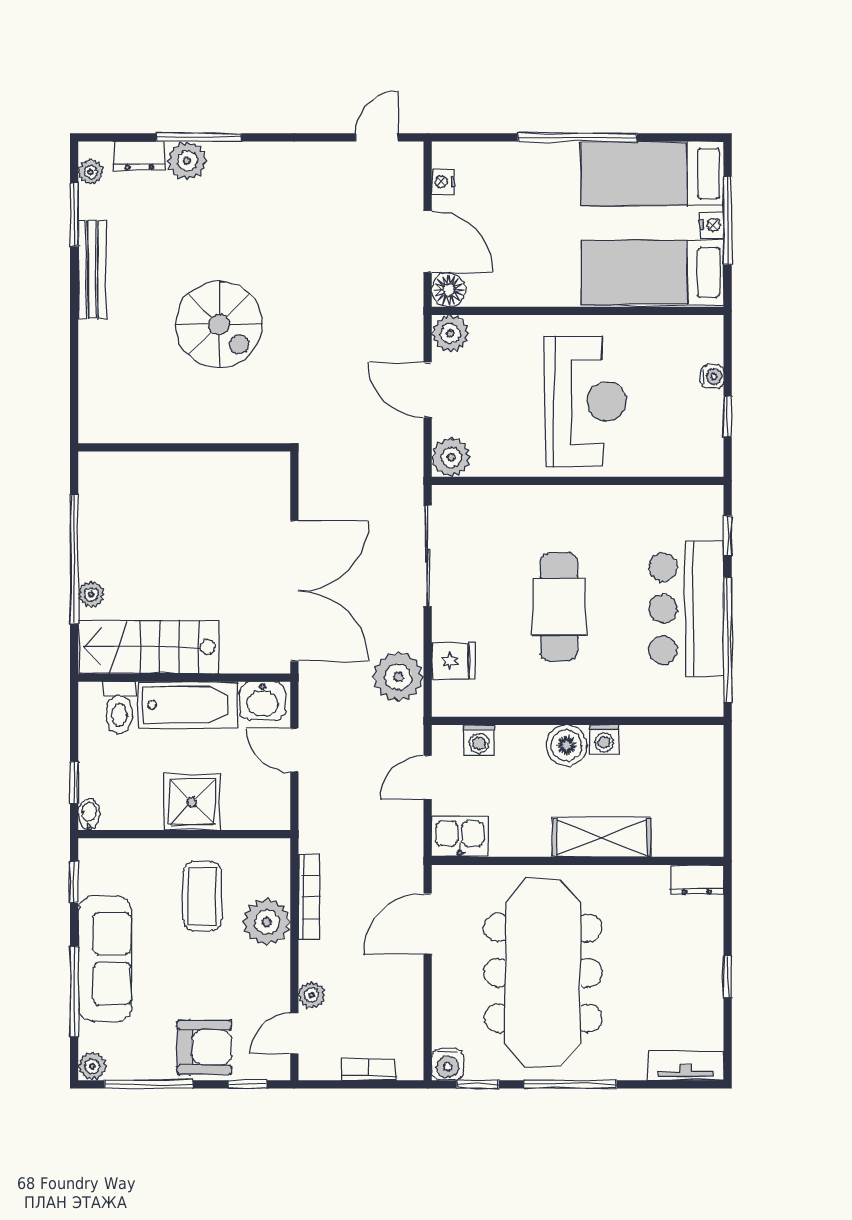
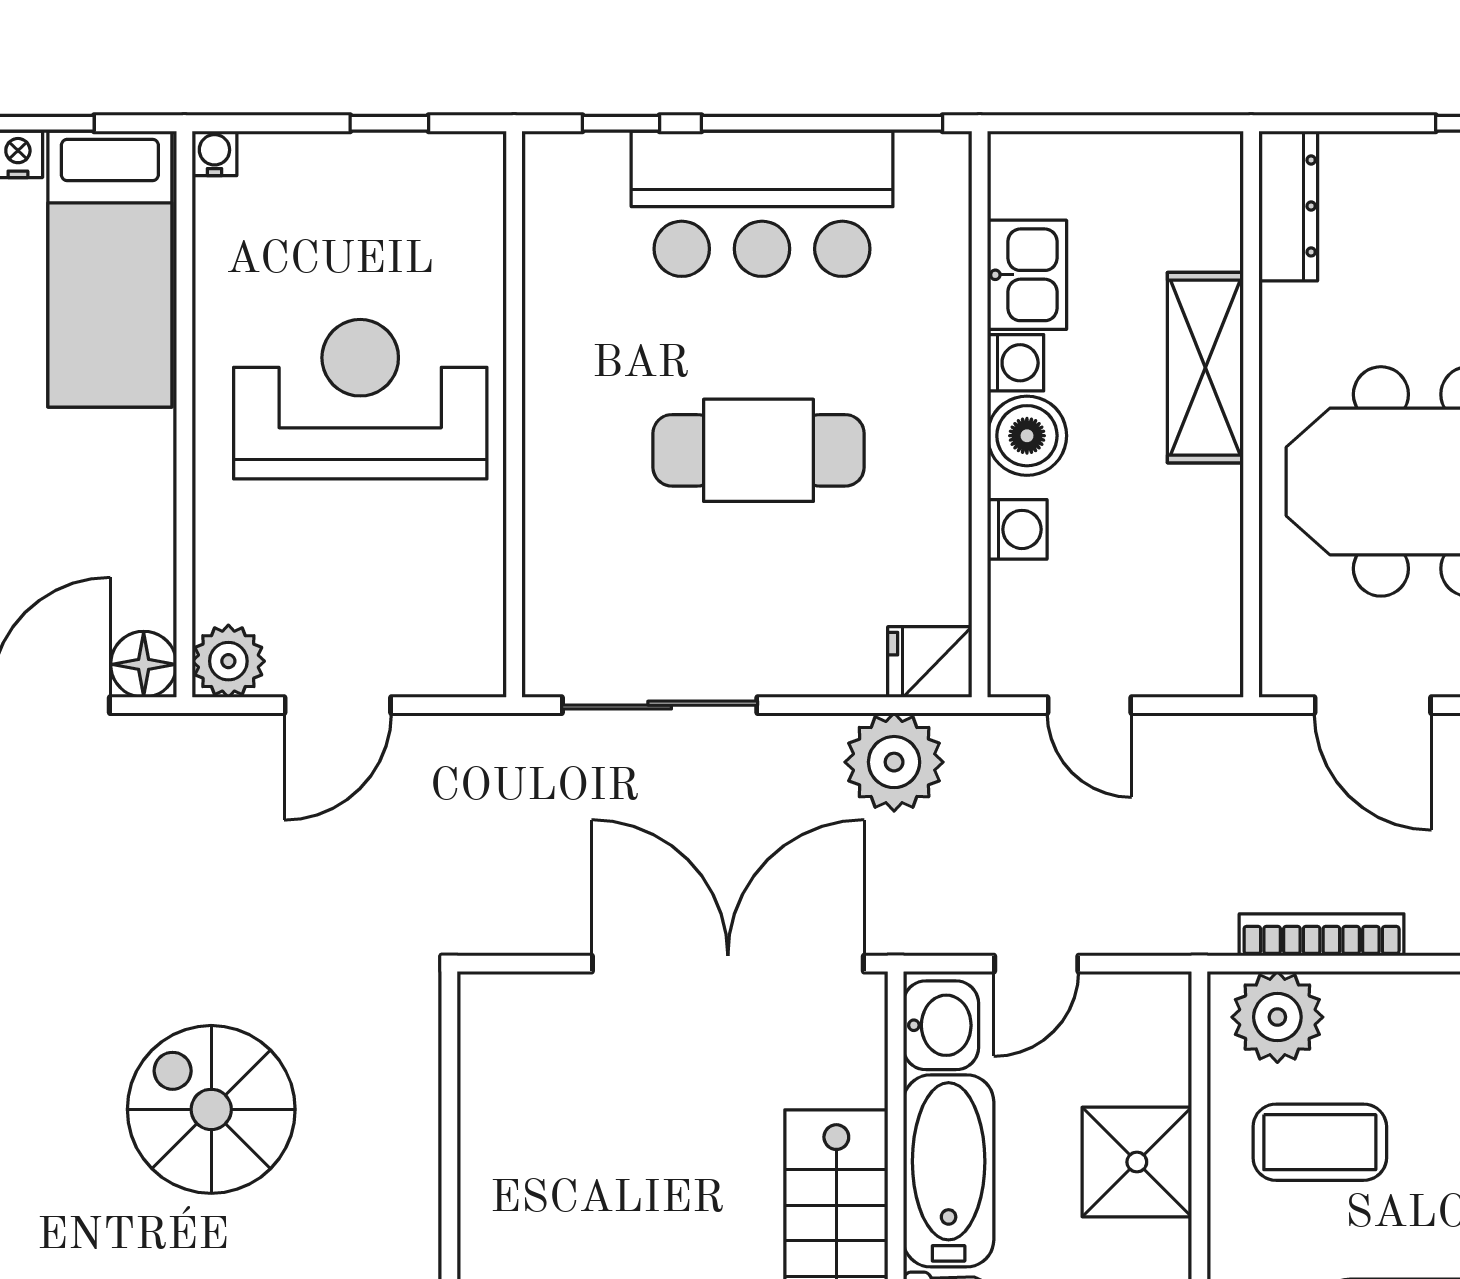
spiral stairs: (219, 325) -> (211, 1109), turned -90
water cooler: (712, 377) -> (214, 153), moved
plant: (451, 457) -> (469, 660), removed
fridge: (453, 661) -> (930, 662), moved, turned -90
washing machine: (479, 740) -> (1017, 529), moved
kitchen sink: (460, 836) -> (1027, 275), moved, turned 180
dresser: (697, 880) -> (1288, 206), width x1.44
plant: (267, 922) -> (1277, 1017), moved

